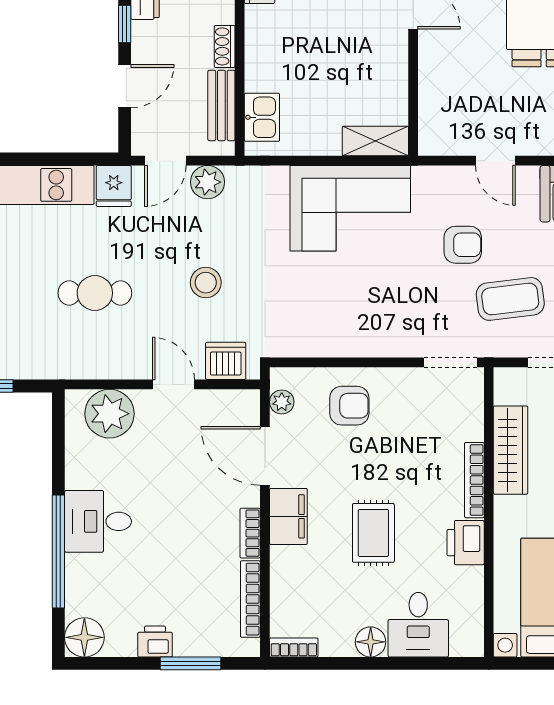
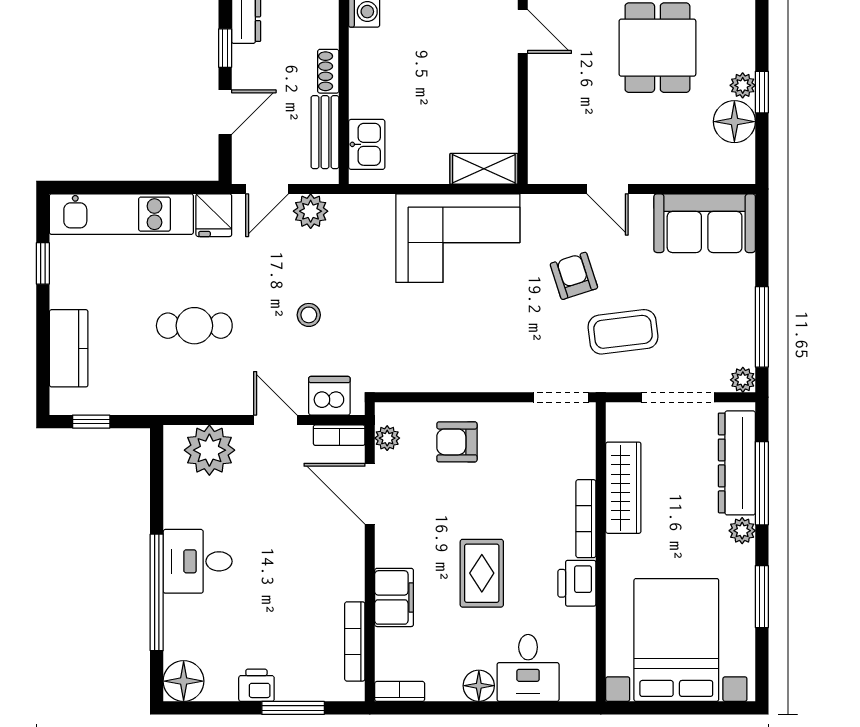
armchair: (463, 245) -> (574, 276), turned -108
stool: (206, 283) -> (309, 315), width x0.73, depth x0.73
armchair: (349, 406) -> (457, 442), turned 180
filing cabinet: (288, 516) -> (394, 597), moved
bookcase: (250, 533) -> (339, 435), moved, turned -90

